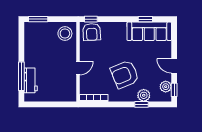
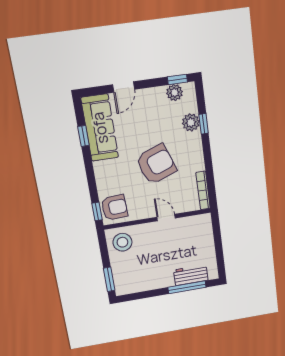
door: (174, 66) -> (124, 87), moved
armchair: (125, 74) -> (156, 164), moved, turned -88

